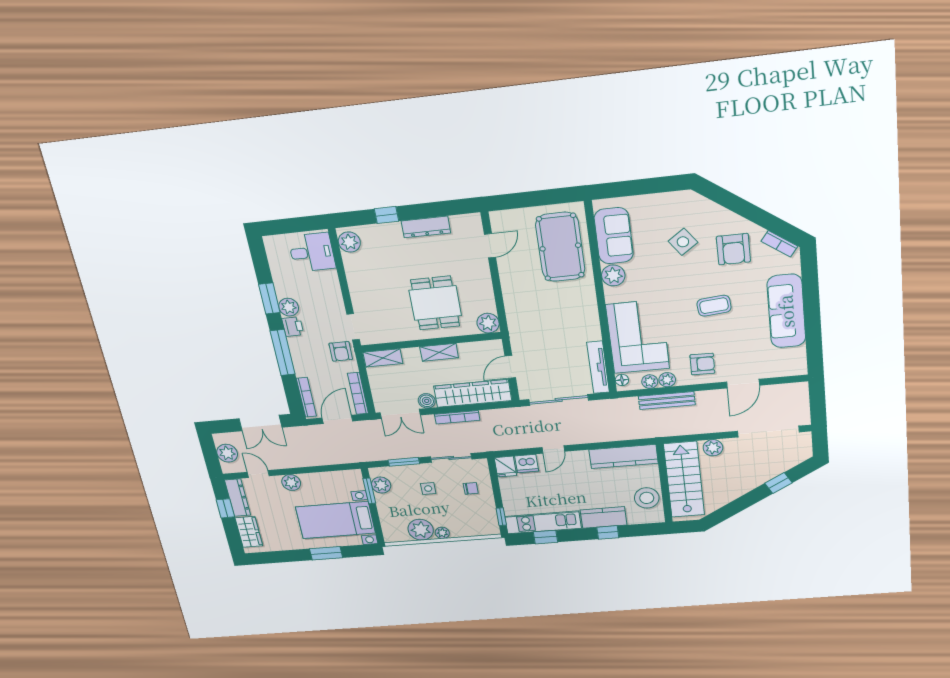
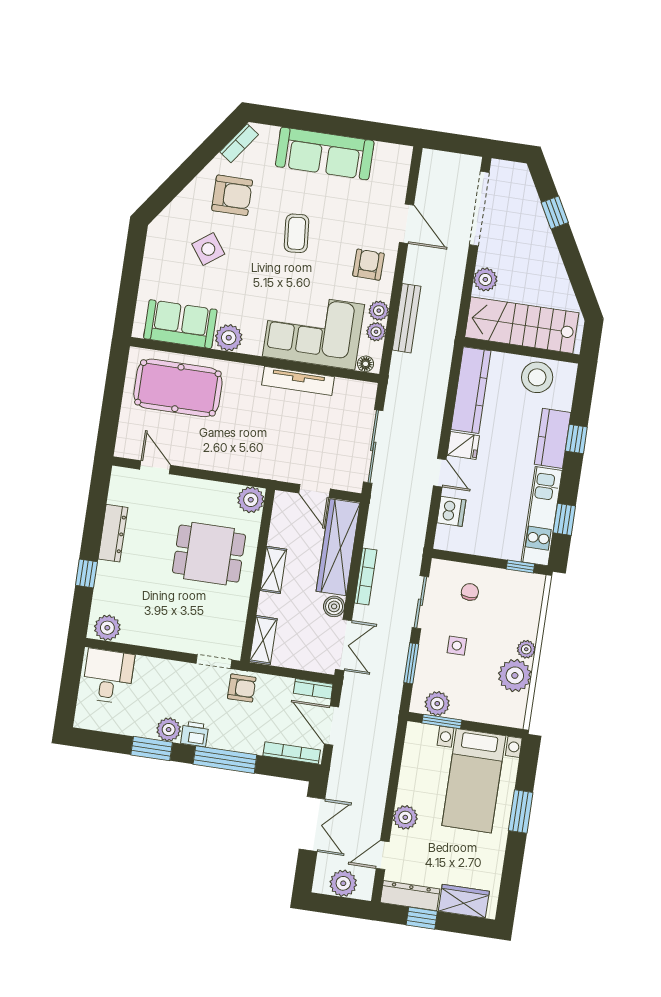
tv unit: (598, 367) -> (298, 381), moved
bookcase: (358, 393) -> (313, 689), width x0.64
fridge: (505, 467) -> (463, 446), moved

